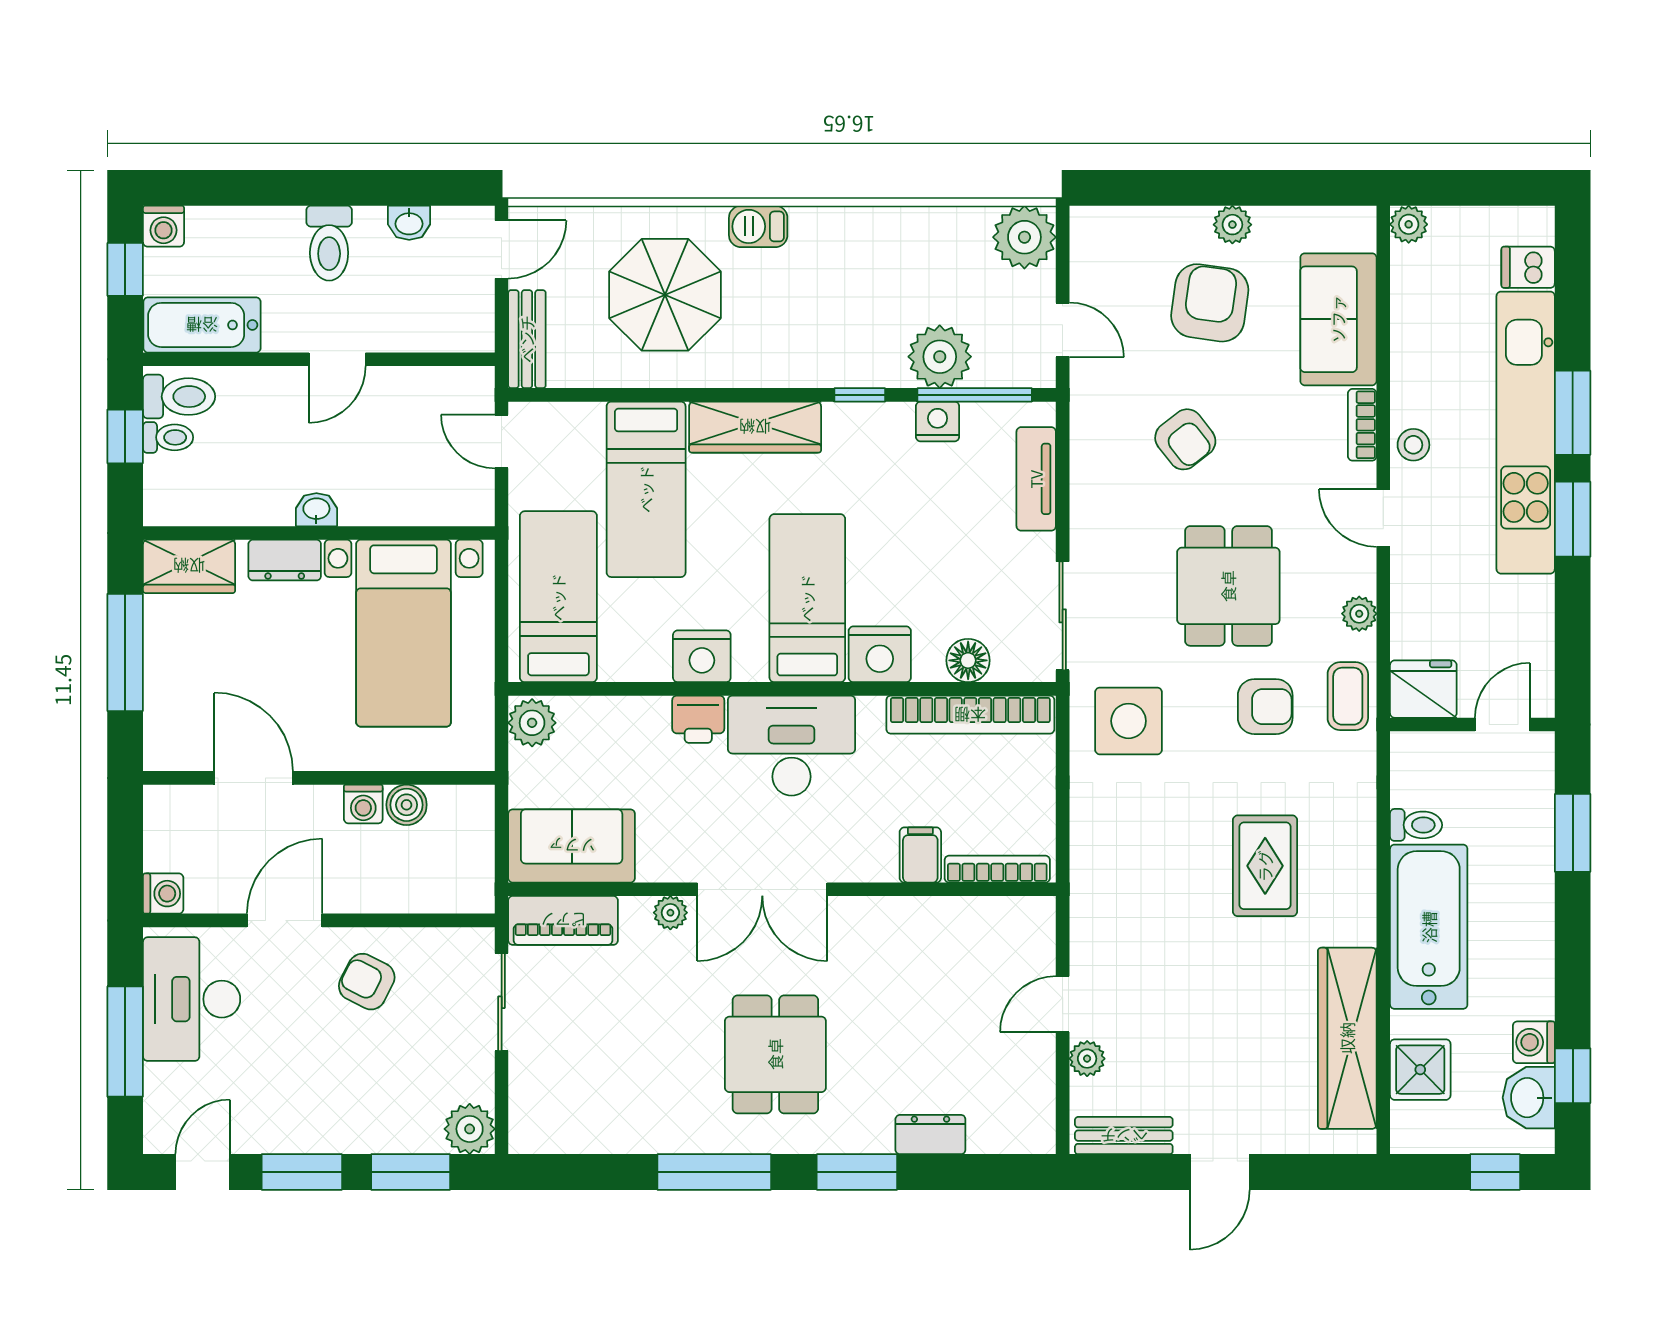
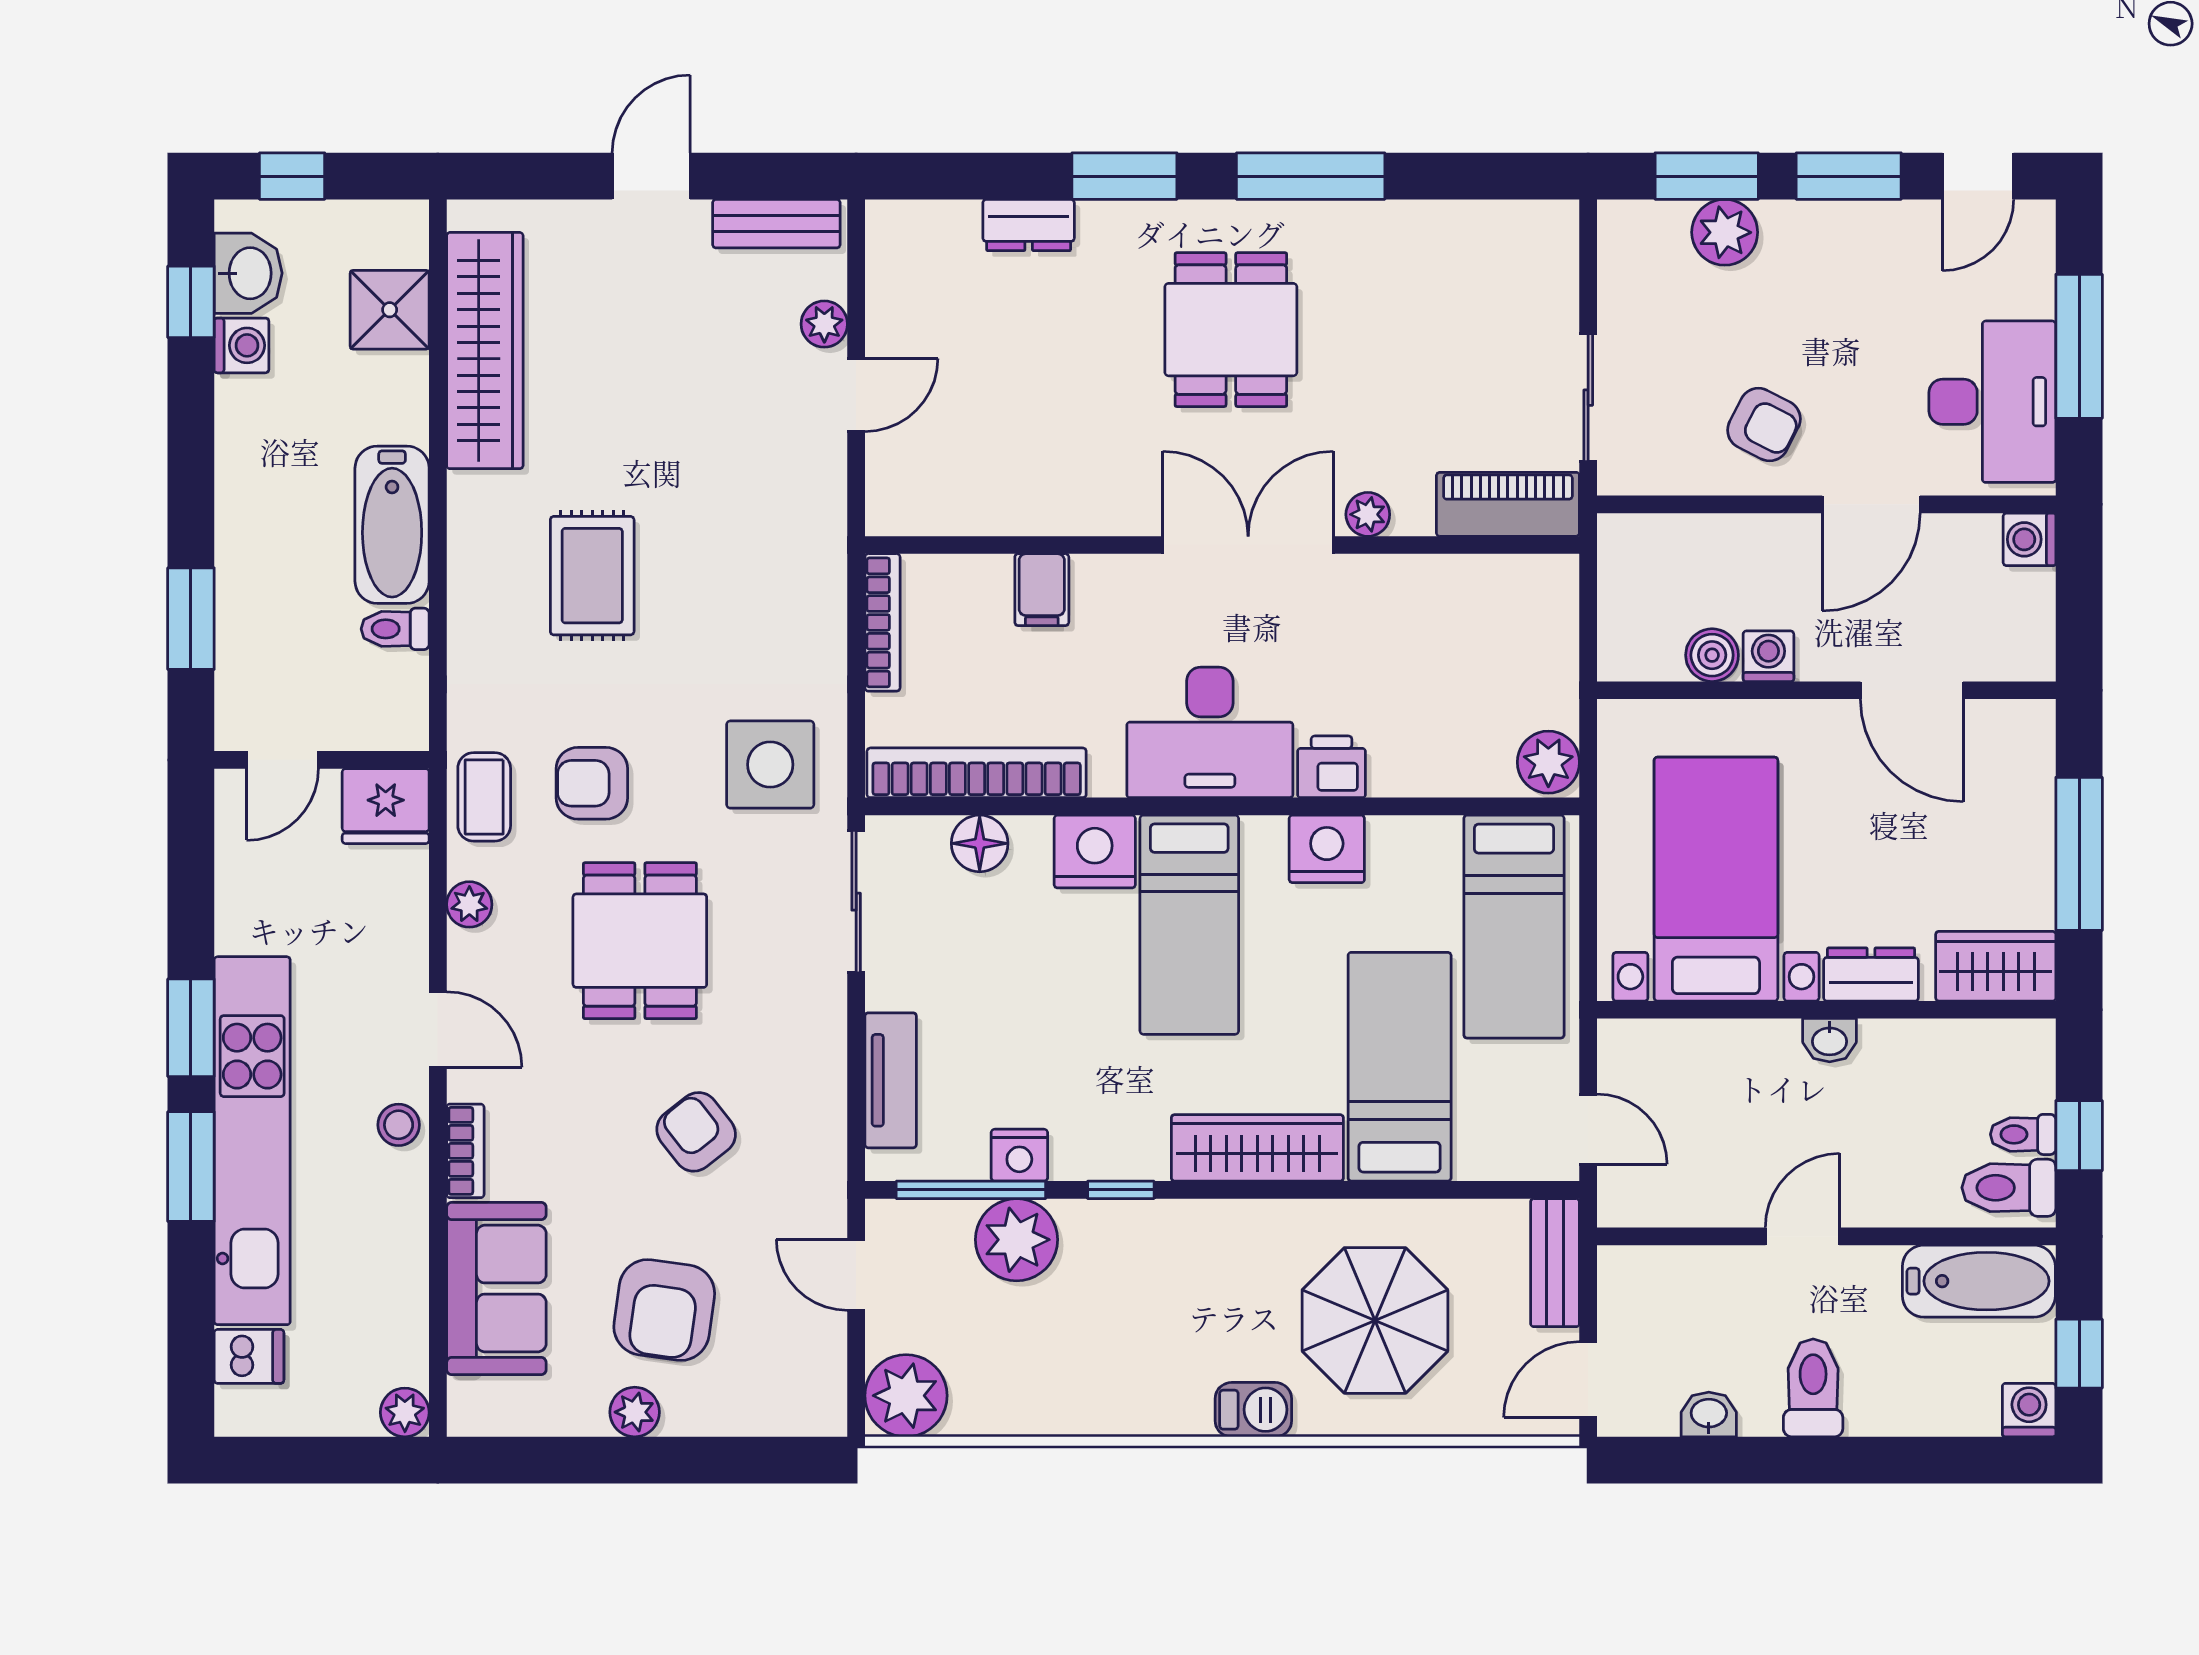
sofa: (572, 846) -> (1497, 602), removed
bookcase: (997, 869) -> (882, 622), moved, turned -90
bathtub: (1429, 927) -> (392, 525), width x0.73, depth x0.73
plant: (470, 1129) -> (1725, 232), moved

